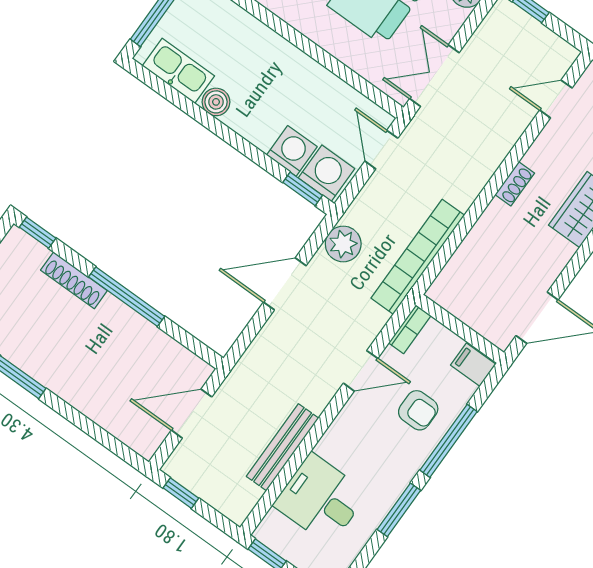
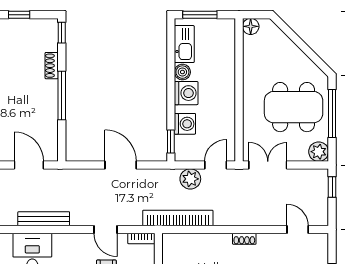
washing machine: (326, 173) -> (186, 93), moved
plant: (343, 244) -> (190, 179), moved
shoe rack: (74, 280) -> (52, 66), width x0.70

